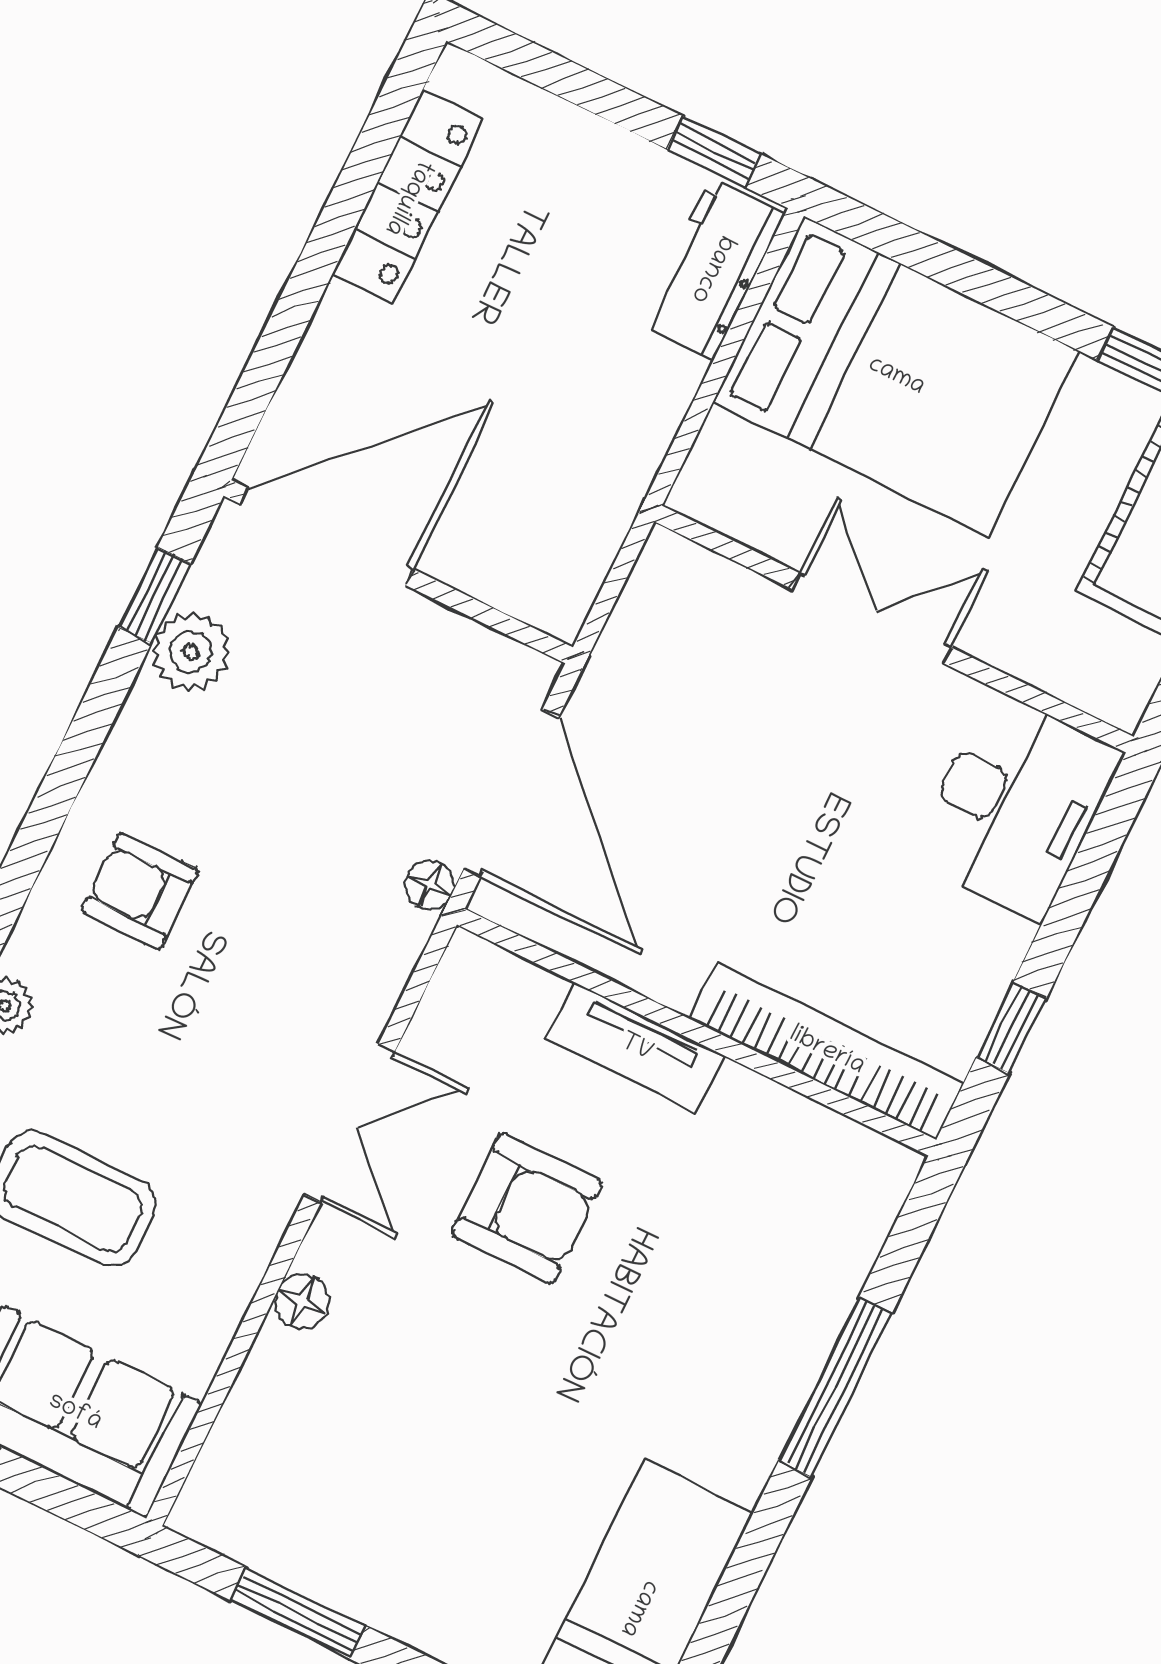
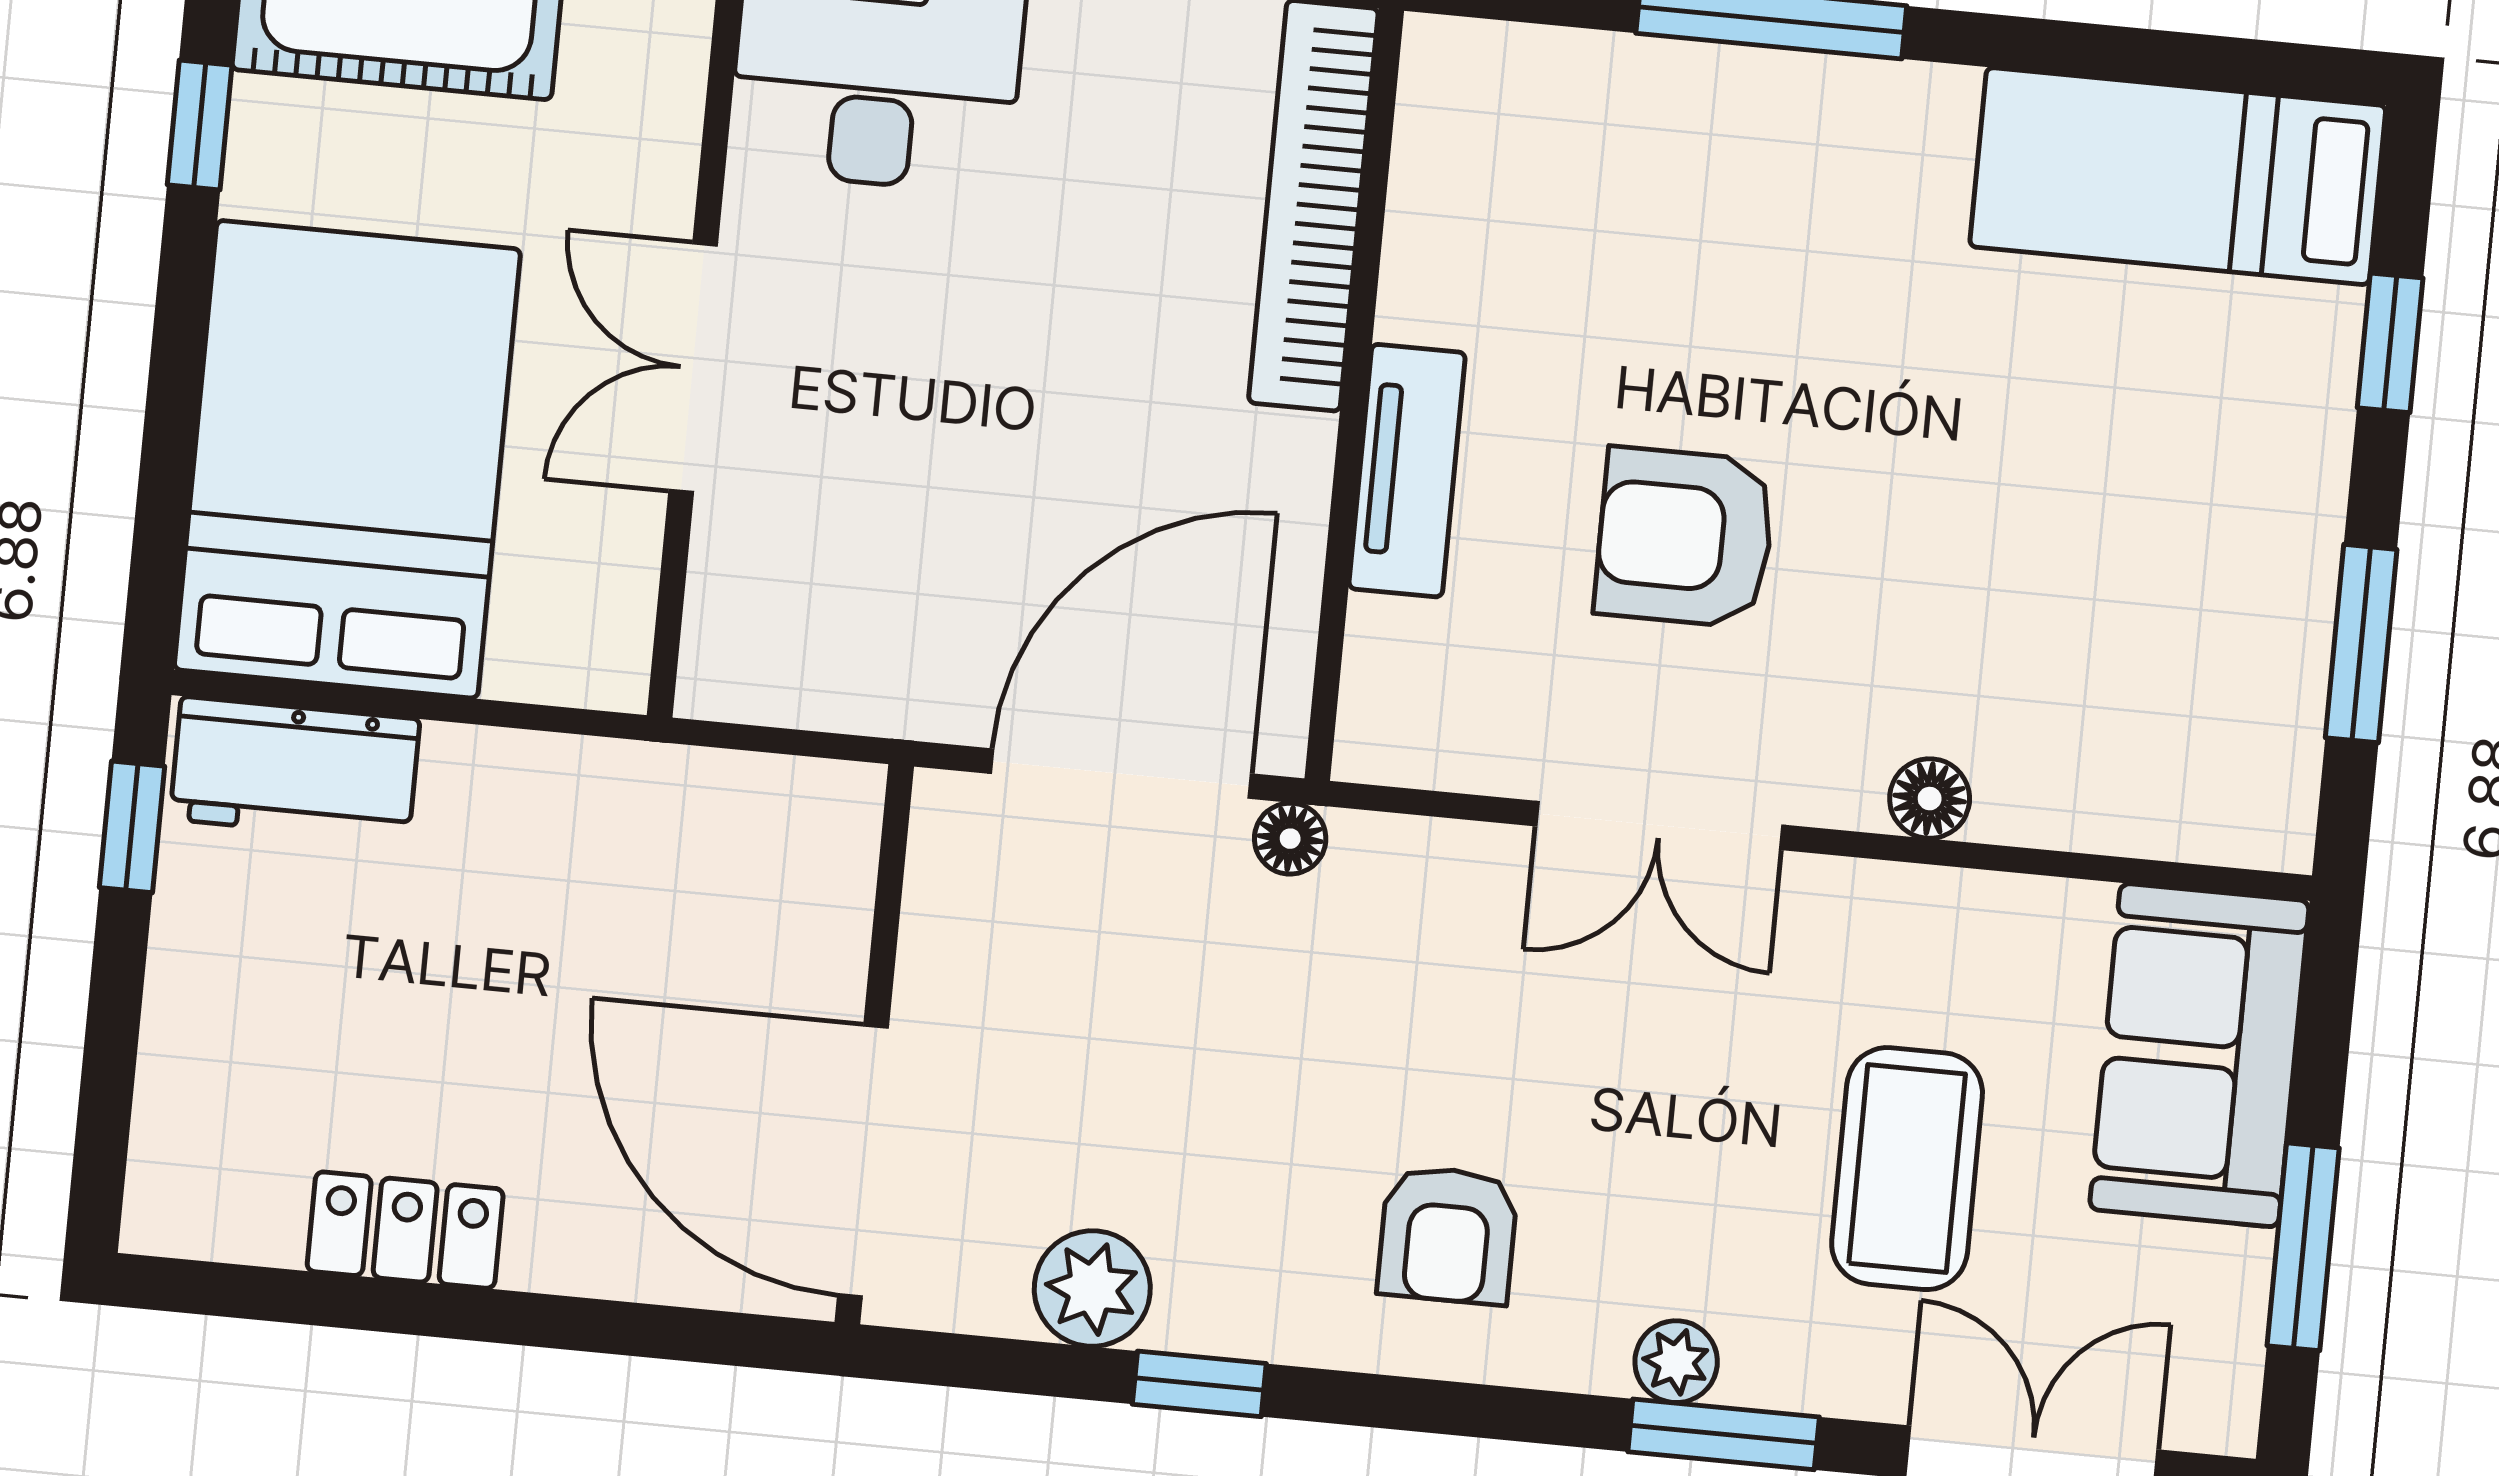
locker: (408, 197) -> (405, 1230), width x0.66
window: (155, 595) -> (1199, 1384), moved
double door: (350, 1123) -> (1659, 825), swing flipped
armchair: (527, 1208) -> (1685, 537), turned -90

